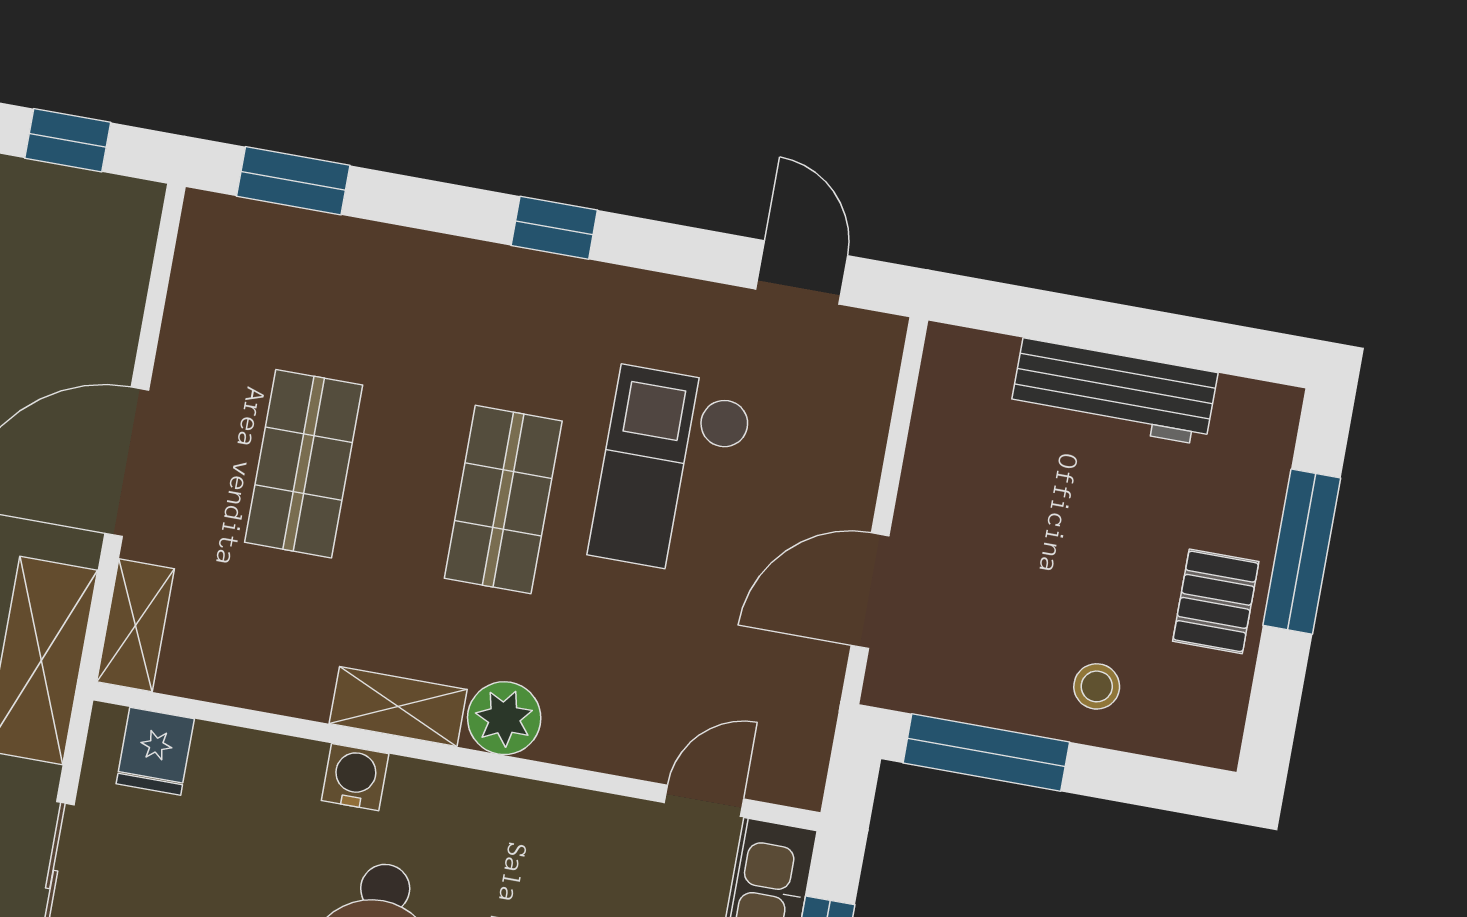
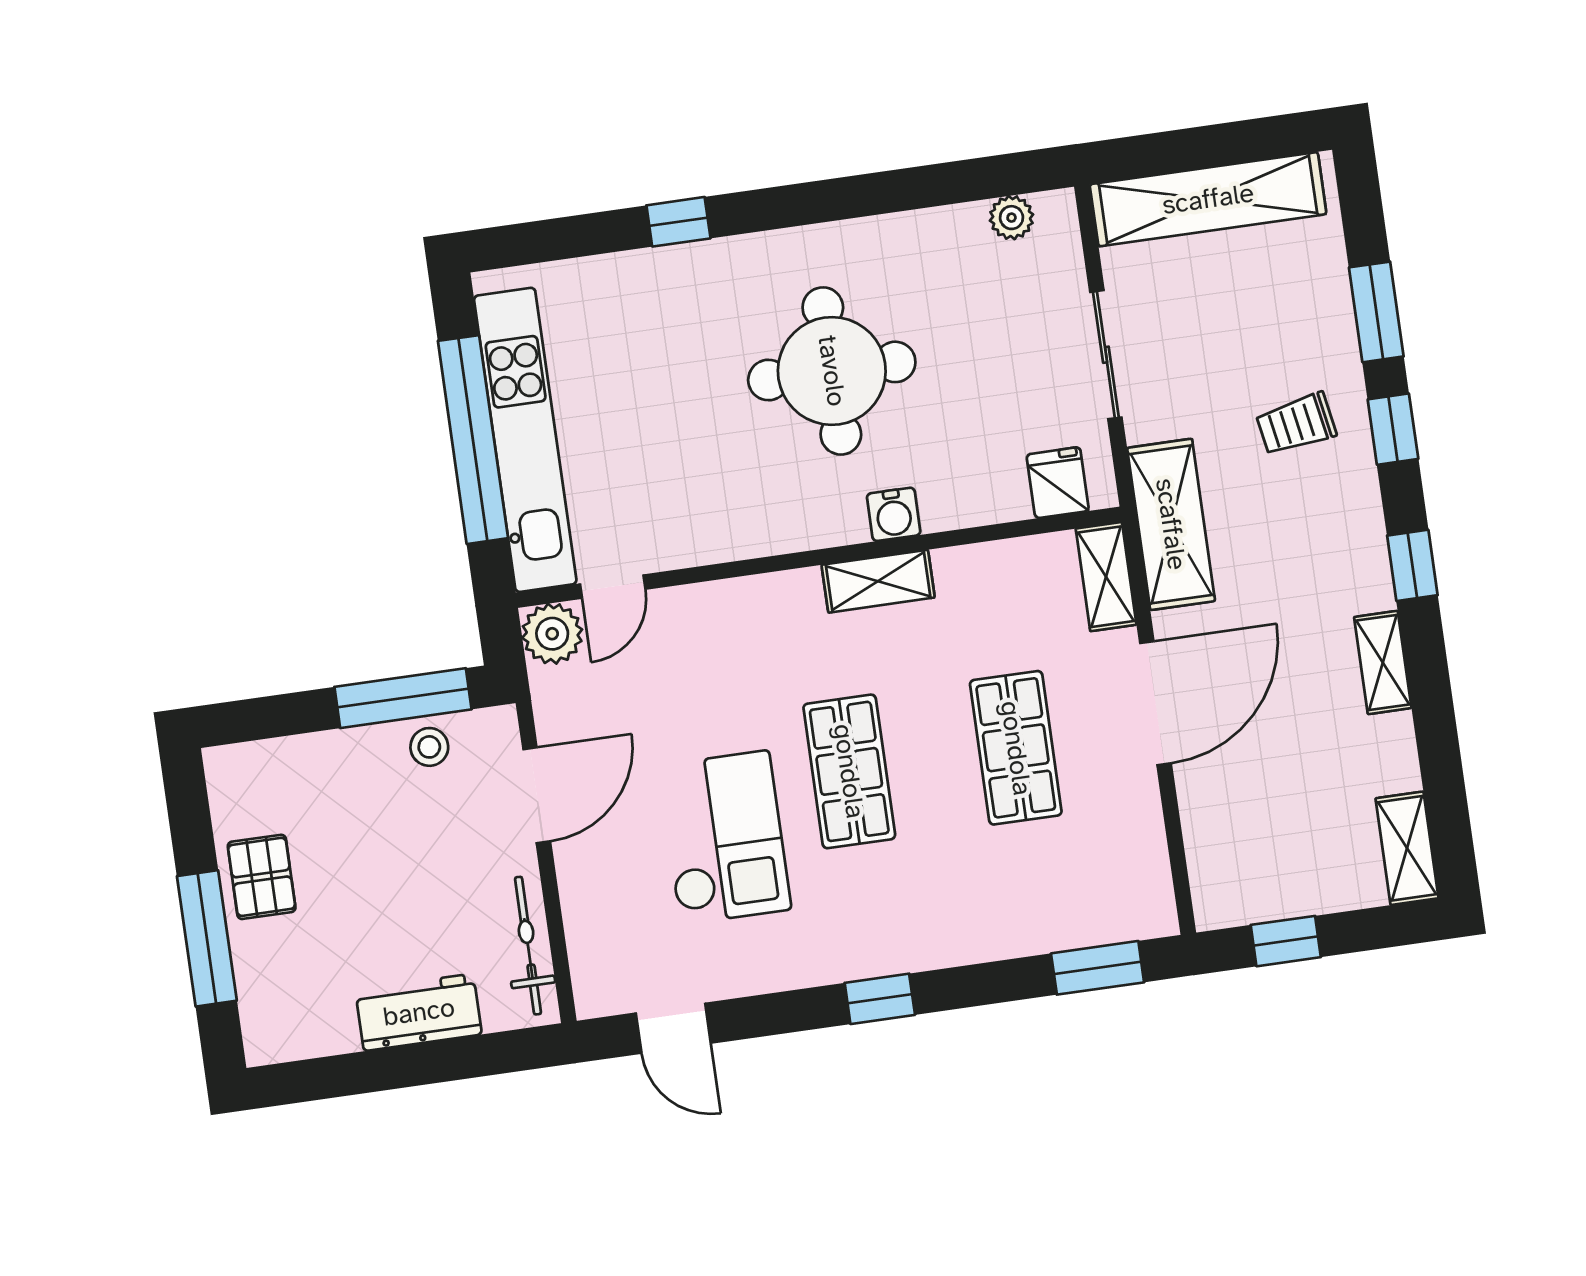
workbench: (1114, 392) -> (419, 1012), width x0.73
bicycle: (937, 422) -> (528, 946), added
stool: (1097, 686) -> (429, 747), moved
plant: (504, 718) -> (552, 634), moved

